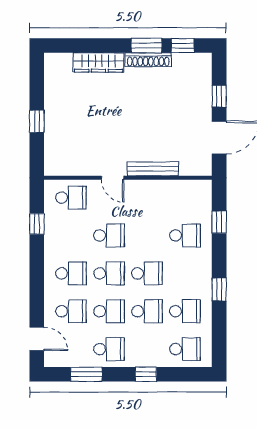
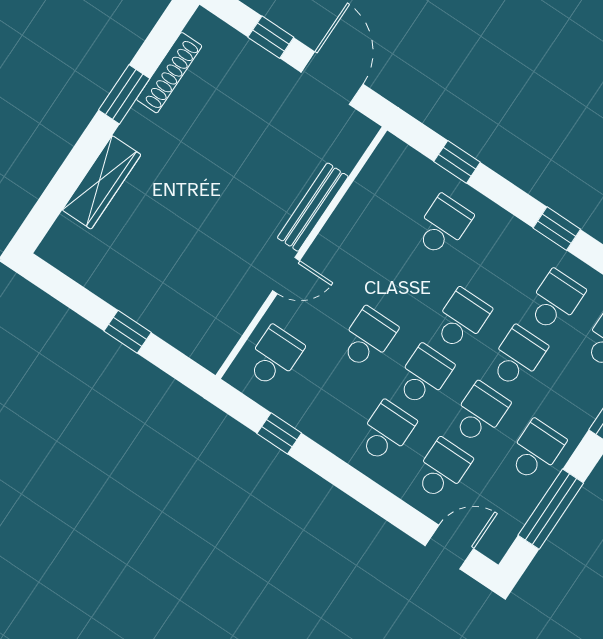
window: (183, 46) -> (160, 41), removed
shoe rack: (148, 60) -> (169, 73), moved
window: (86, 374) -> (551, 509), width x1.44

